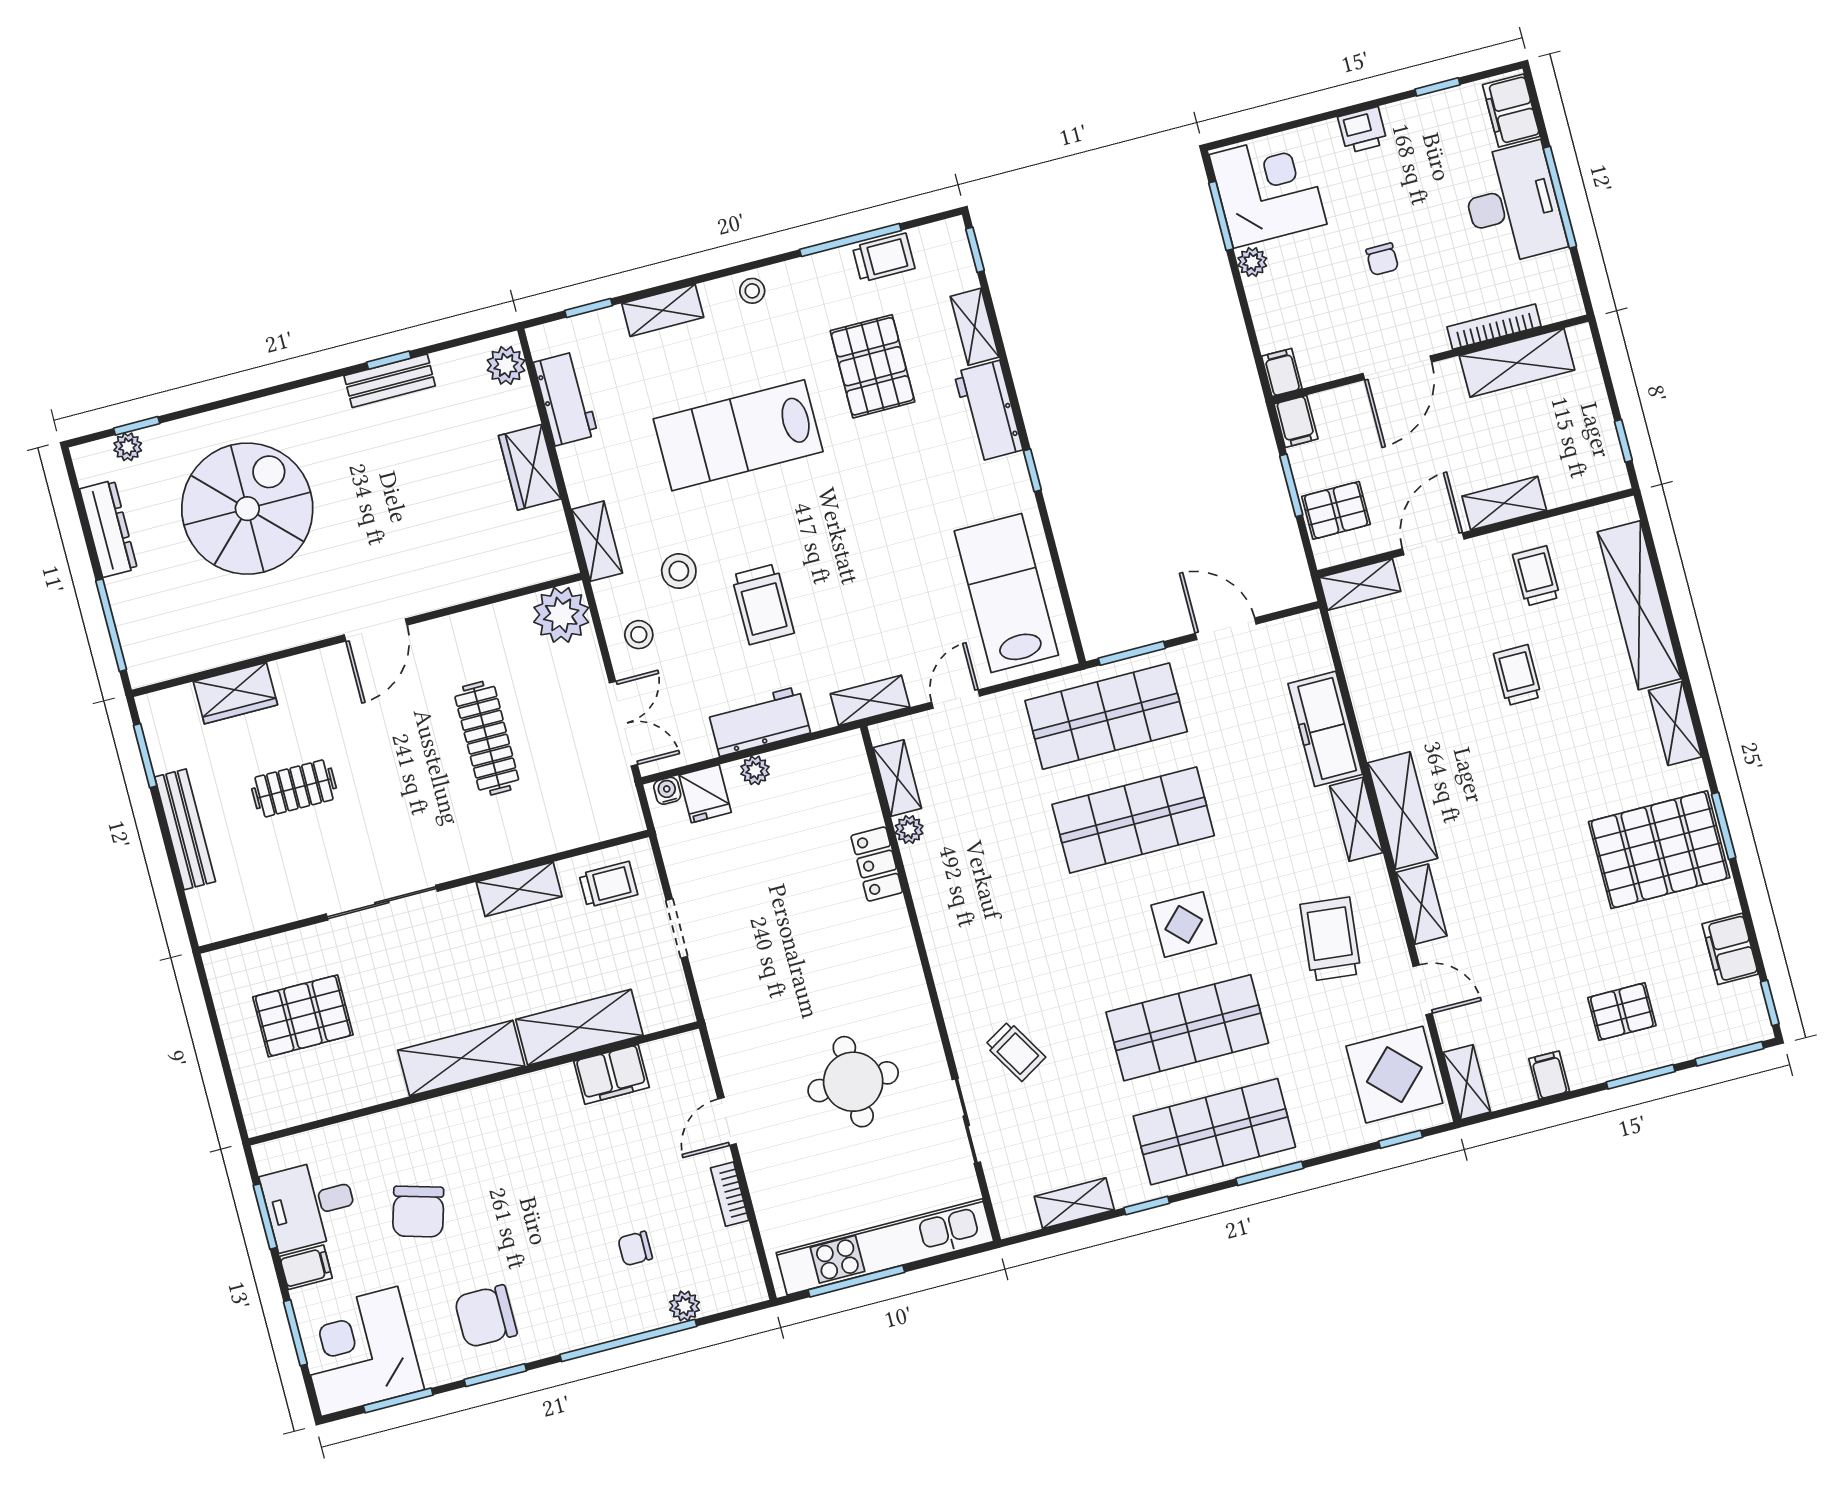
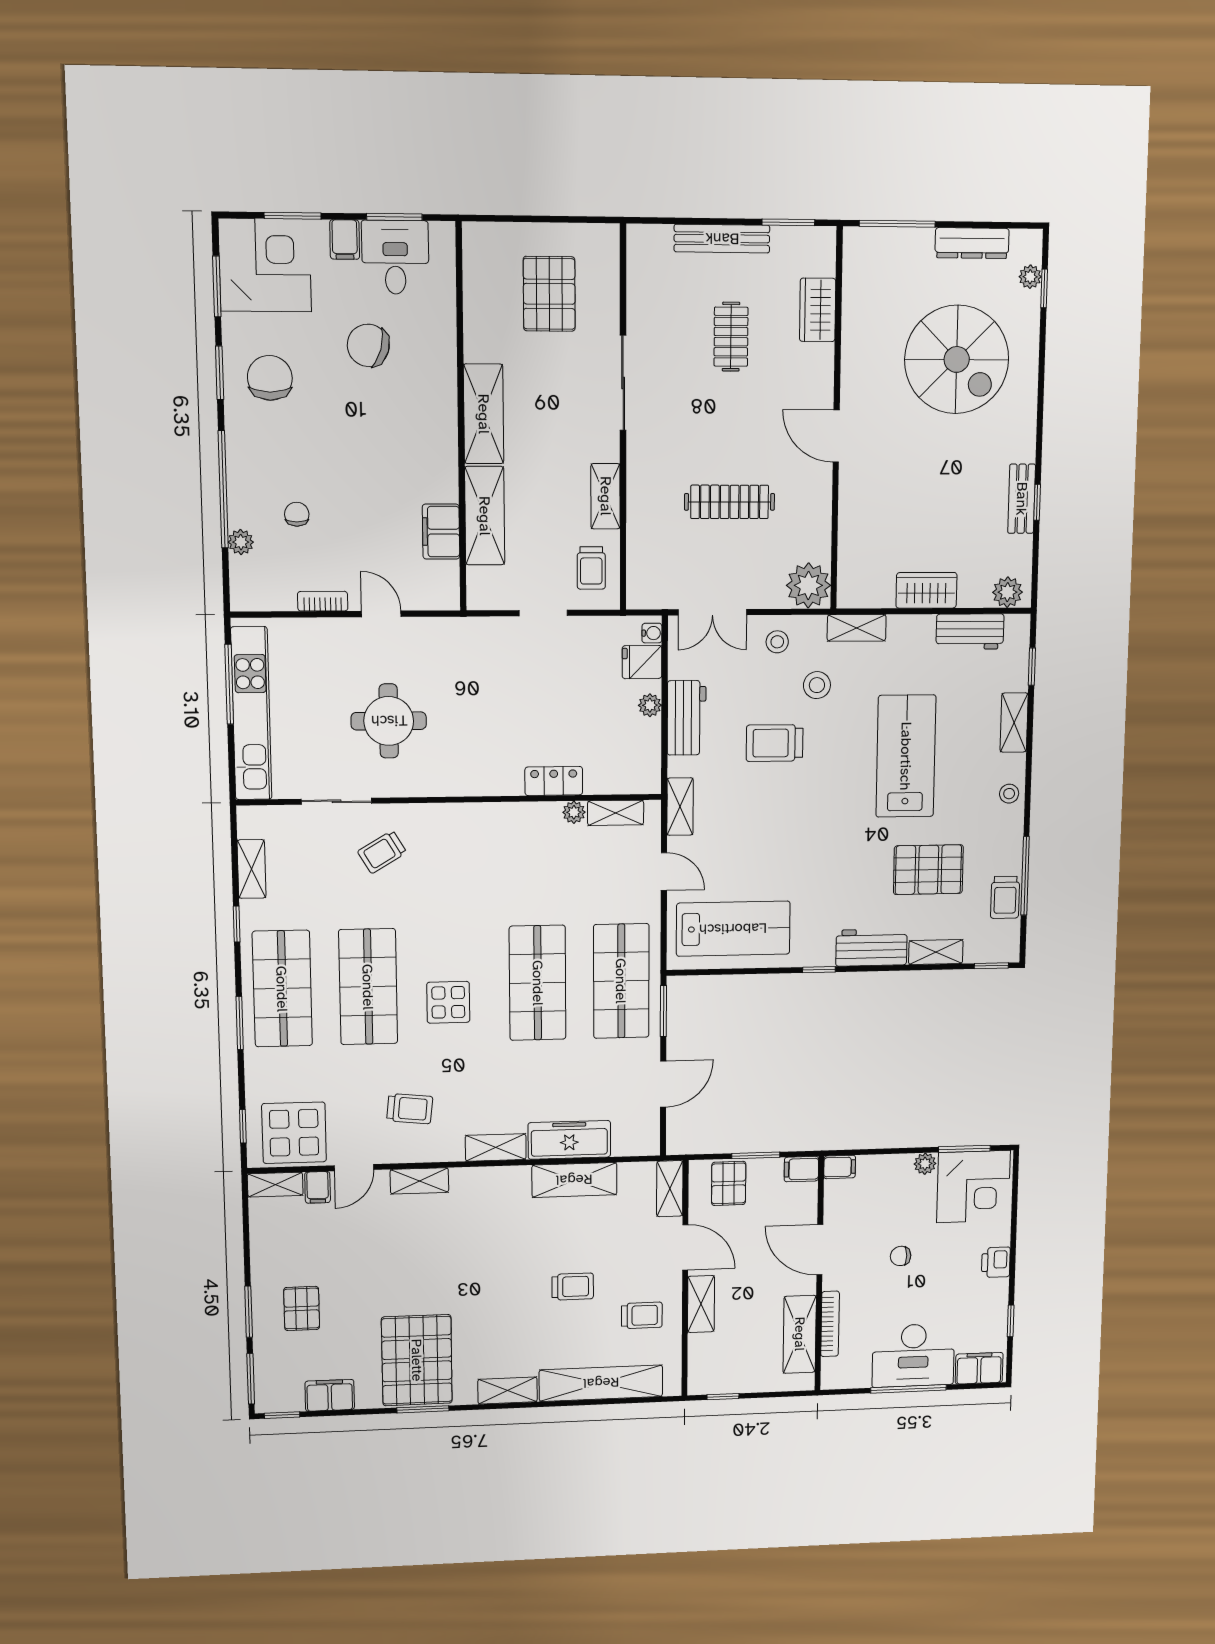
shelving: (1403, 811) -> (574, 1180), moved
trolley: (1331, 939) -> (410, 1109), width x0.73, depth x0.72
filing cabinet: (1549, 1075) -> (318, 1187), moved, turned 90

